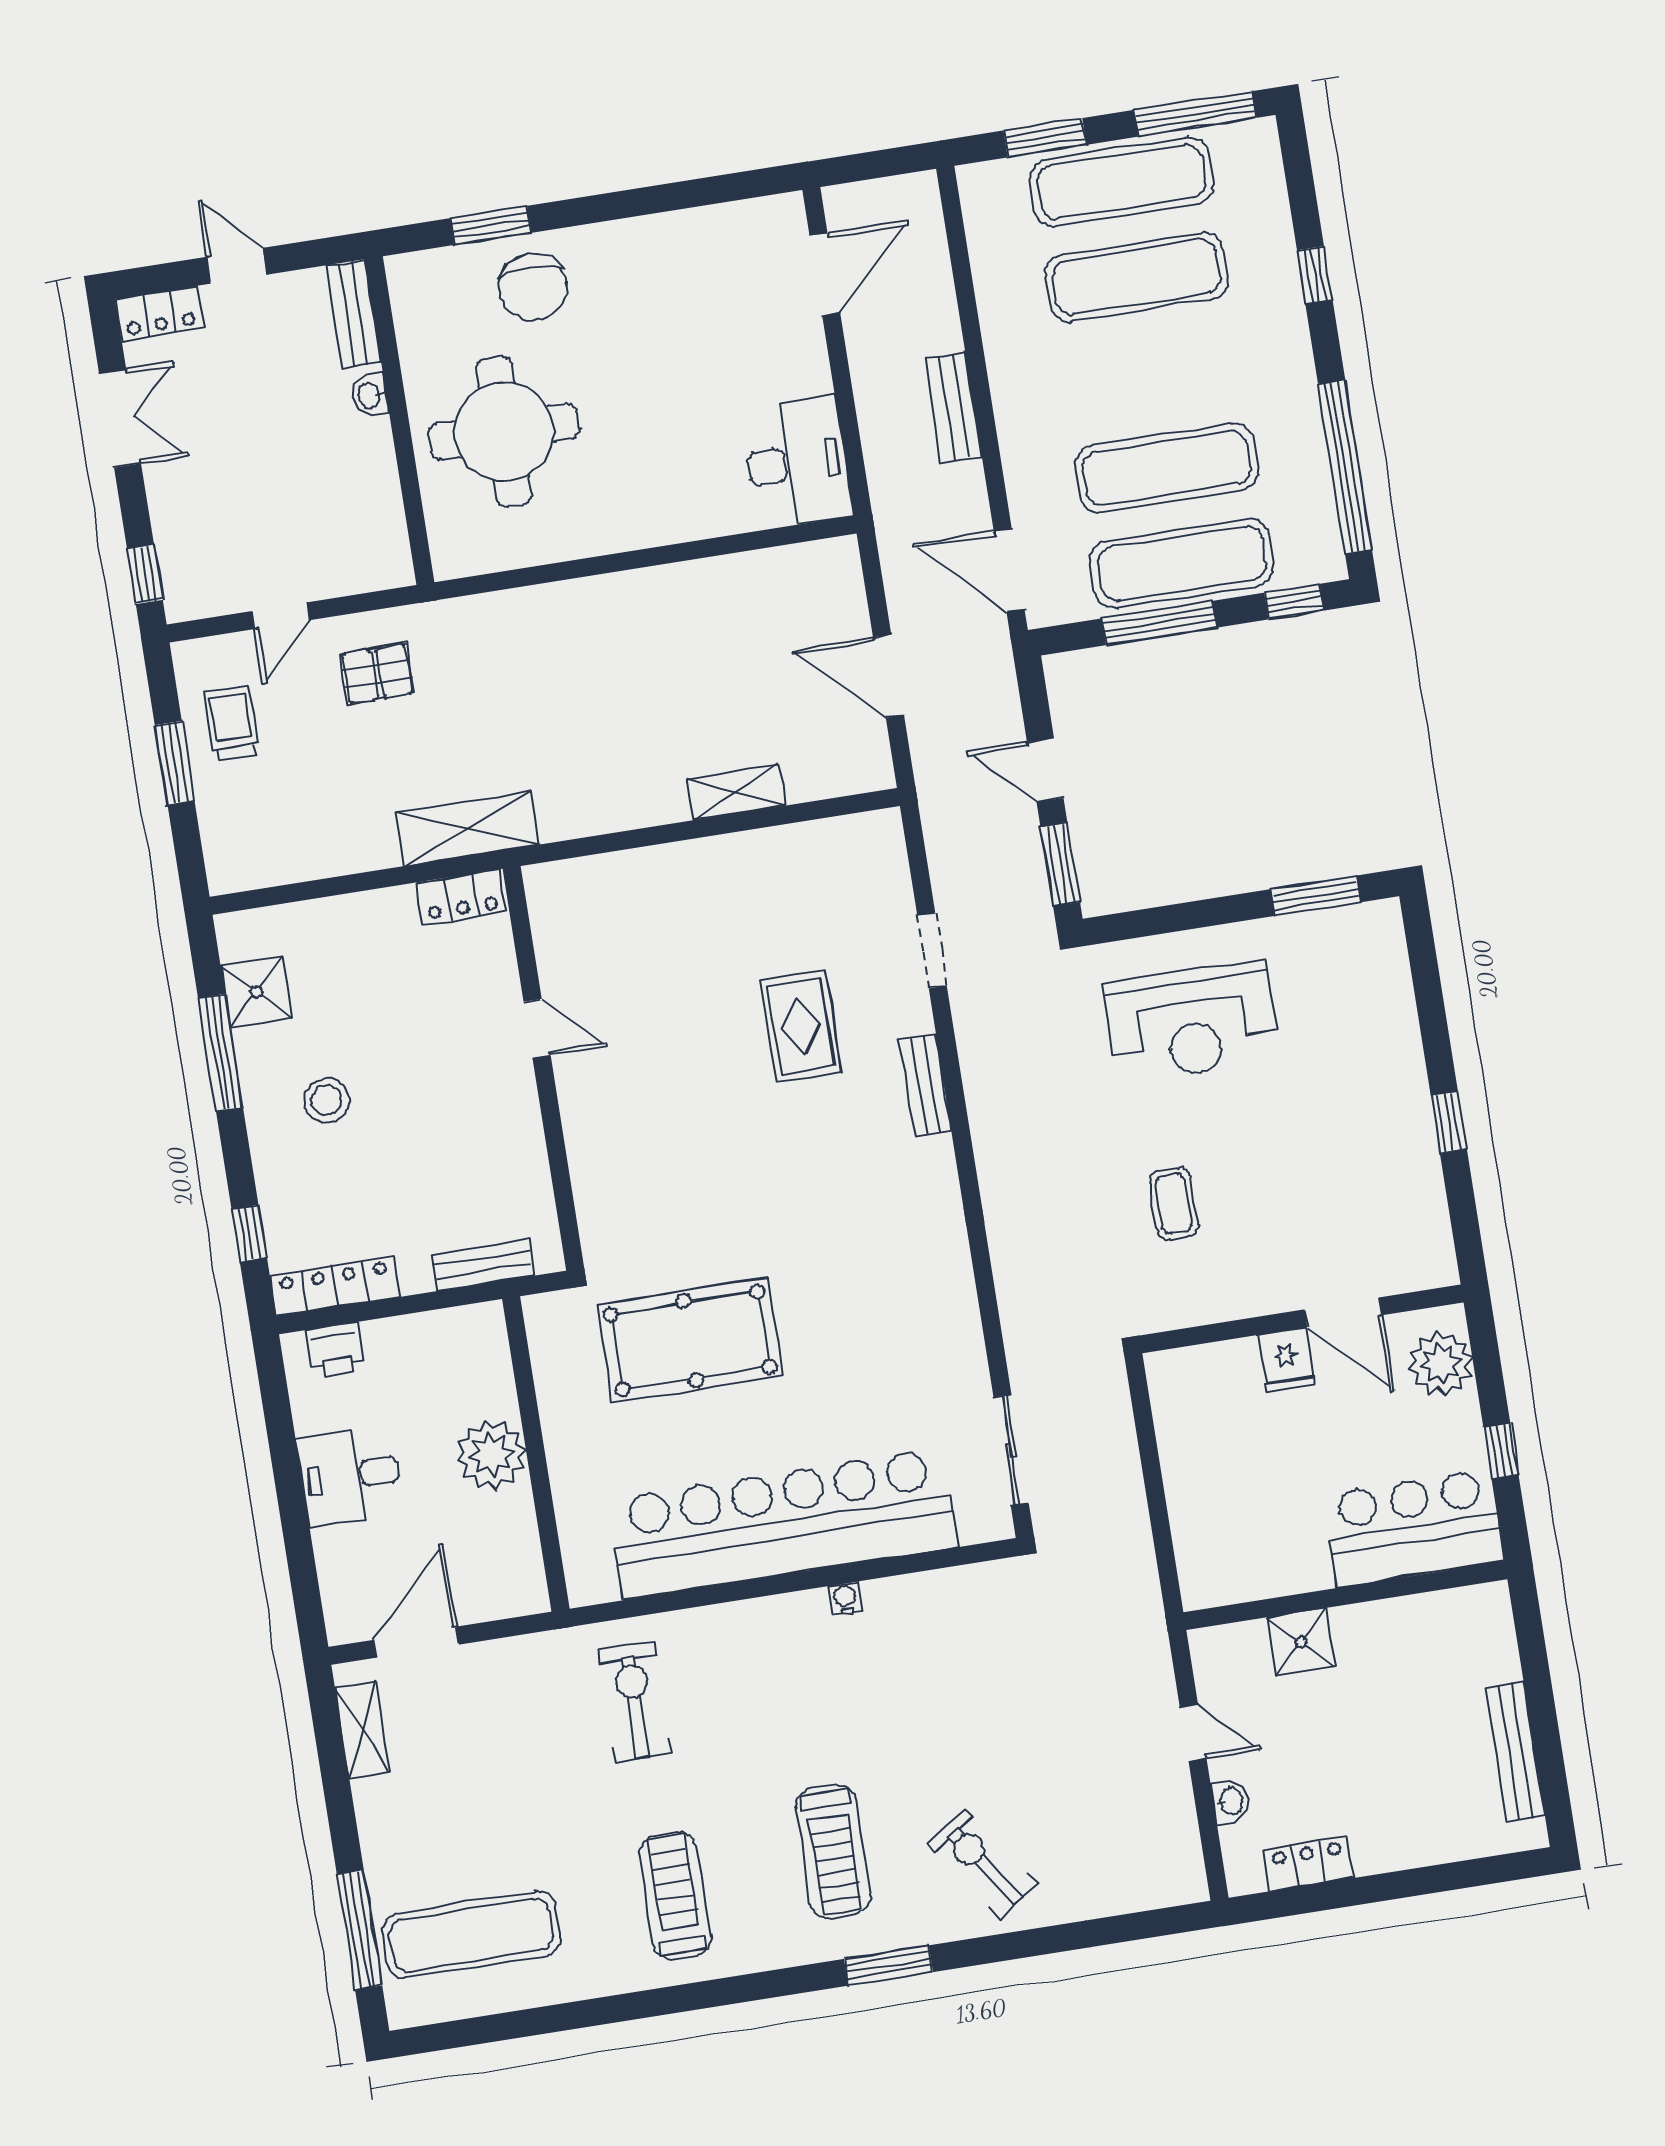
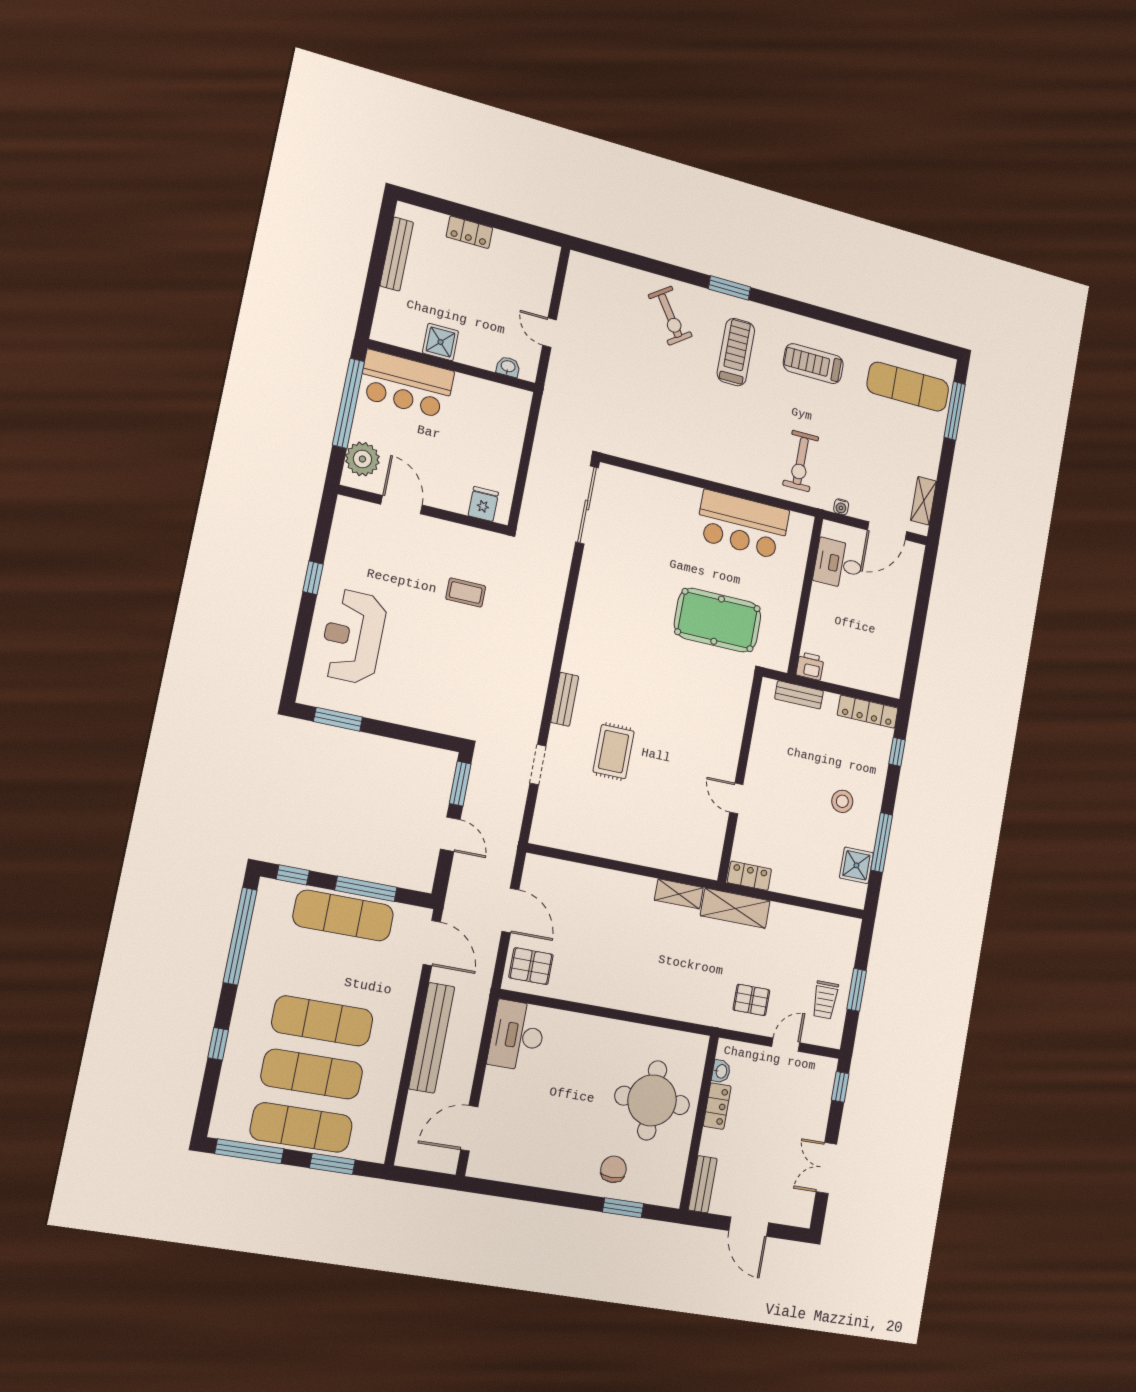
door: (237, 266) -> (749, 1227), width x1.38
chair: (533, 287) -> (613, 1169), width x0.73, depth x0.73
locker: (160, 313) -> (717, 1106), moved, turned 90
washbasin: (370, 395) -> (721, 1071), moved
bench: (954, 407) -> (432, 1038), width x1.86, depth x1.21
exercise mat: (1167, 468) -> (322, 1021), moved
pallet: (815, 592) -> (531, 966), added
shelving: (736, 792) -> (679, 894), moved
reception desk: (1192, 1022) -> (353, 637), moved, turned -90
coffee table: (1174, 1204) -> (466, 593), turned 90
printer: (336, 1350) -> (810, 666), moved
fridge: (1286, 1360) -> (483, 504), moved
sliding door: (1011, 1450) -> (587, 505), width x1.37
window: (1501, 1451) -> (349, 403), width x3.17
plant: (491, 1455) -> (825, 604), removed
desk: (350, 1476) -> (838, 564), moved, turned 180
bar counter: (783, 1524) -> (743, 525), width x0.54
water cooler: (845, 1598) -> (841, 507), moved
shower: (1301, 1642) -> (441, 342), moved
washbasin: (1230, 1802) -> (508, 367), moved, turned 90
locker: (1308, 1864) -> (469, 232), moved
treadmill: (675, 1896) -> (813, 364), turned 90

